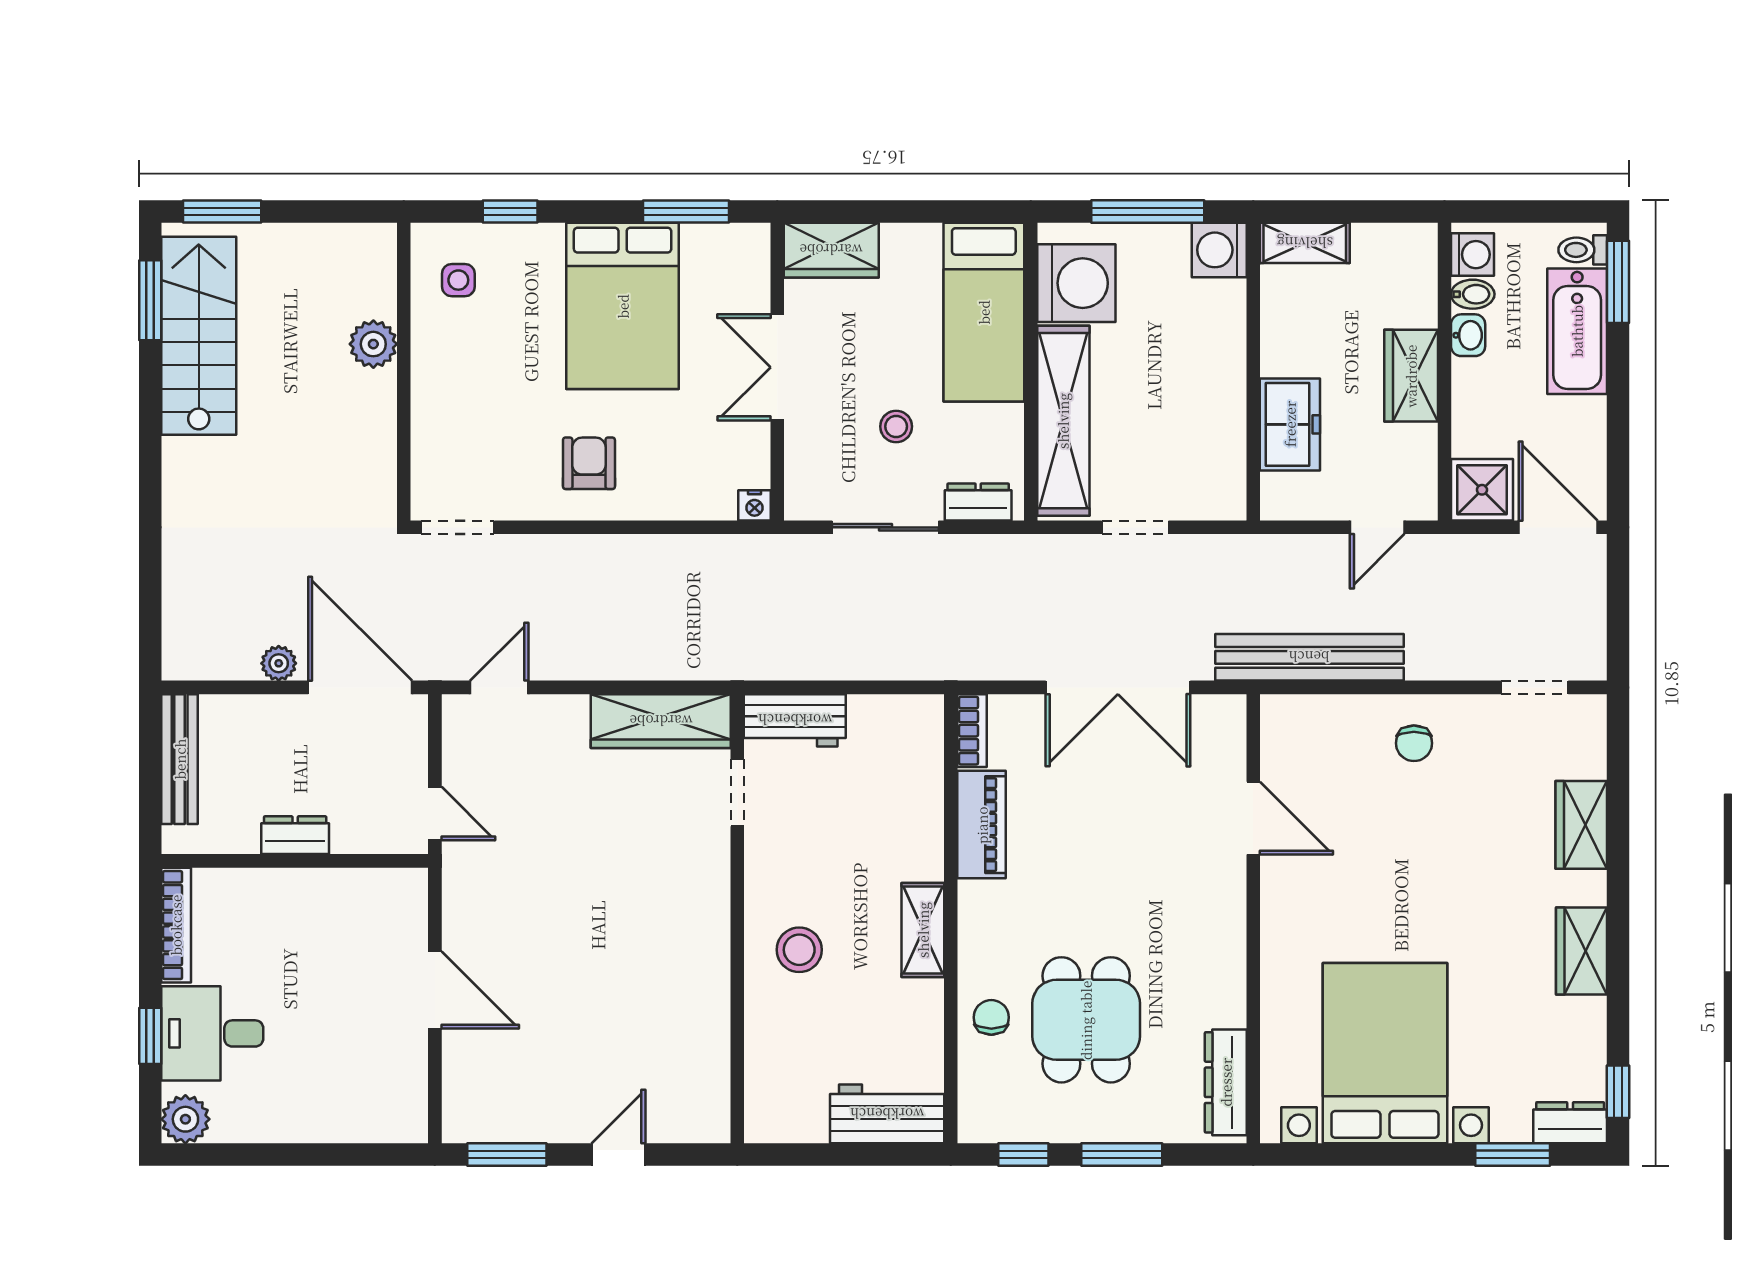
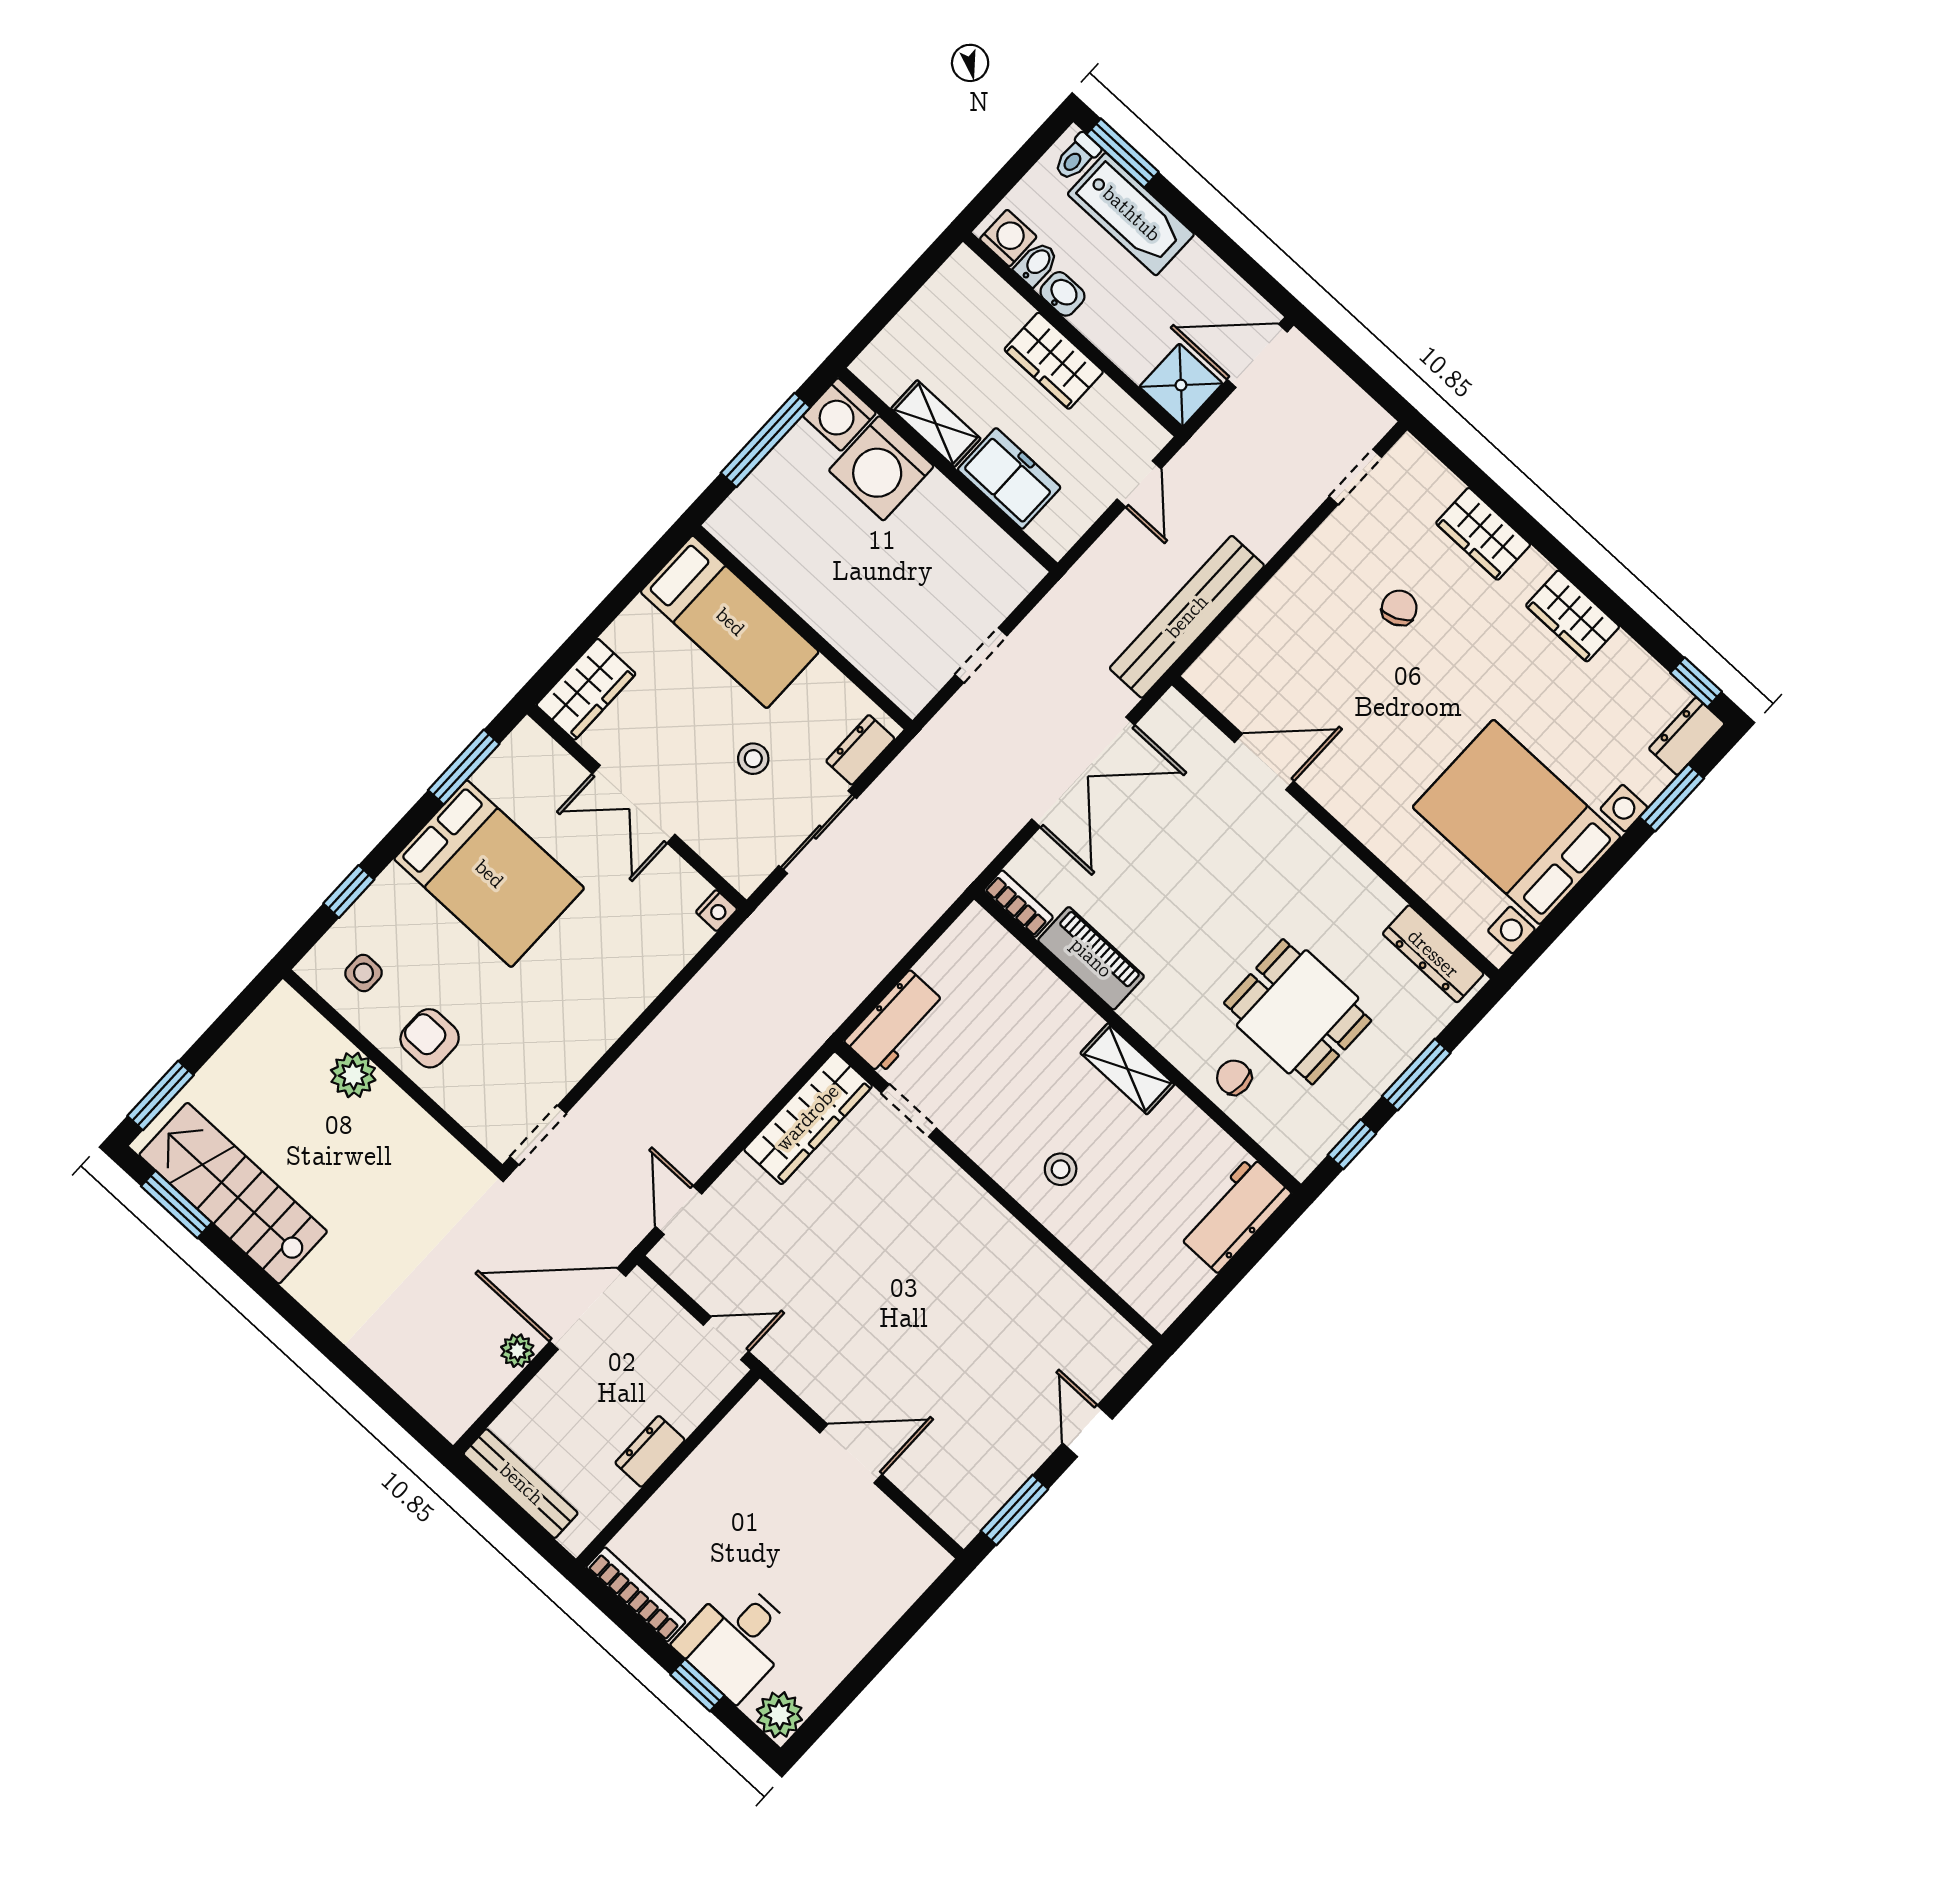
shelving: (1305, 243) -> (936, 424), moved, turned 90
washing machine: (1076, 283) -> (881, 468), moved, turned 180
shelving: (1063, 421) -> (859, 636), removed
armchair: (589, 463) -> (430, 1038), moved
chair: (1414, 743) -> (1399, 608), moved, turned -114
stool: (799, 950) -> (1061, 1169), width x0.73, depth x0.73

